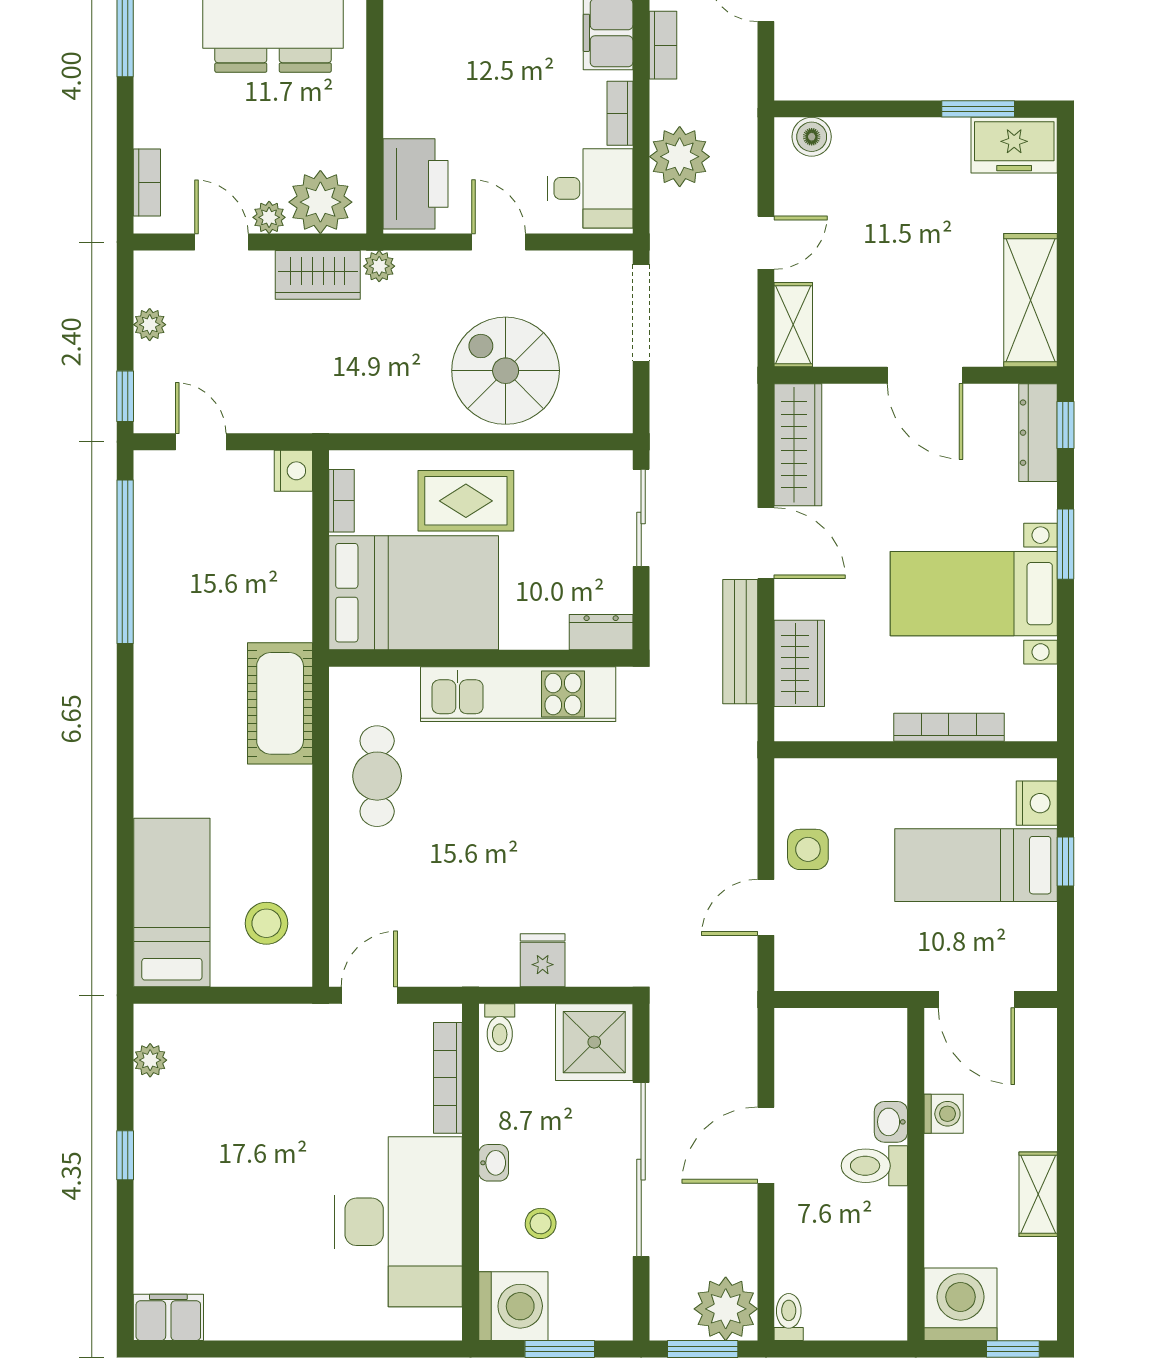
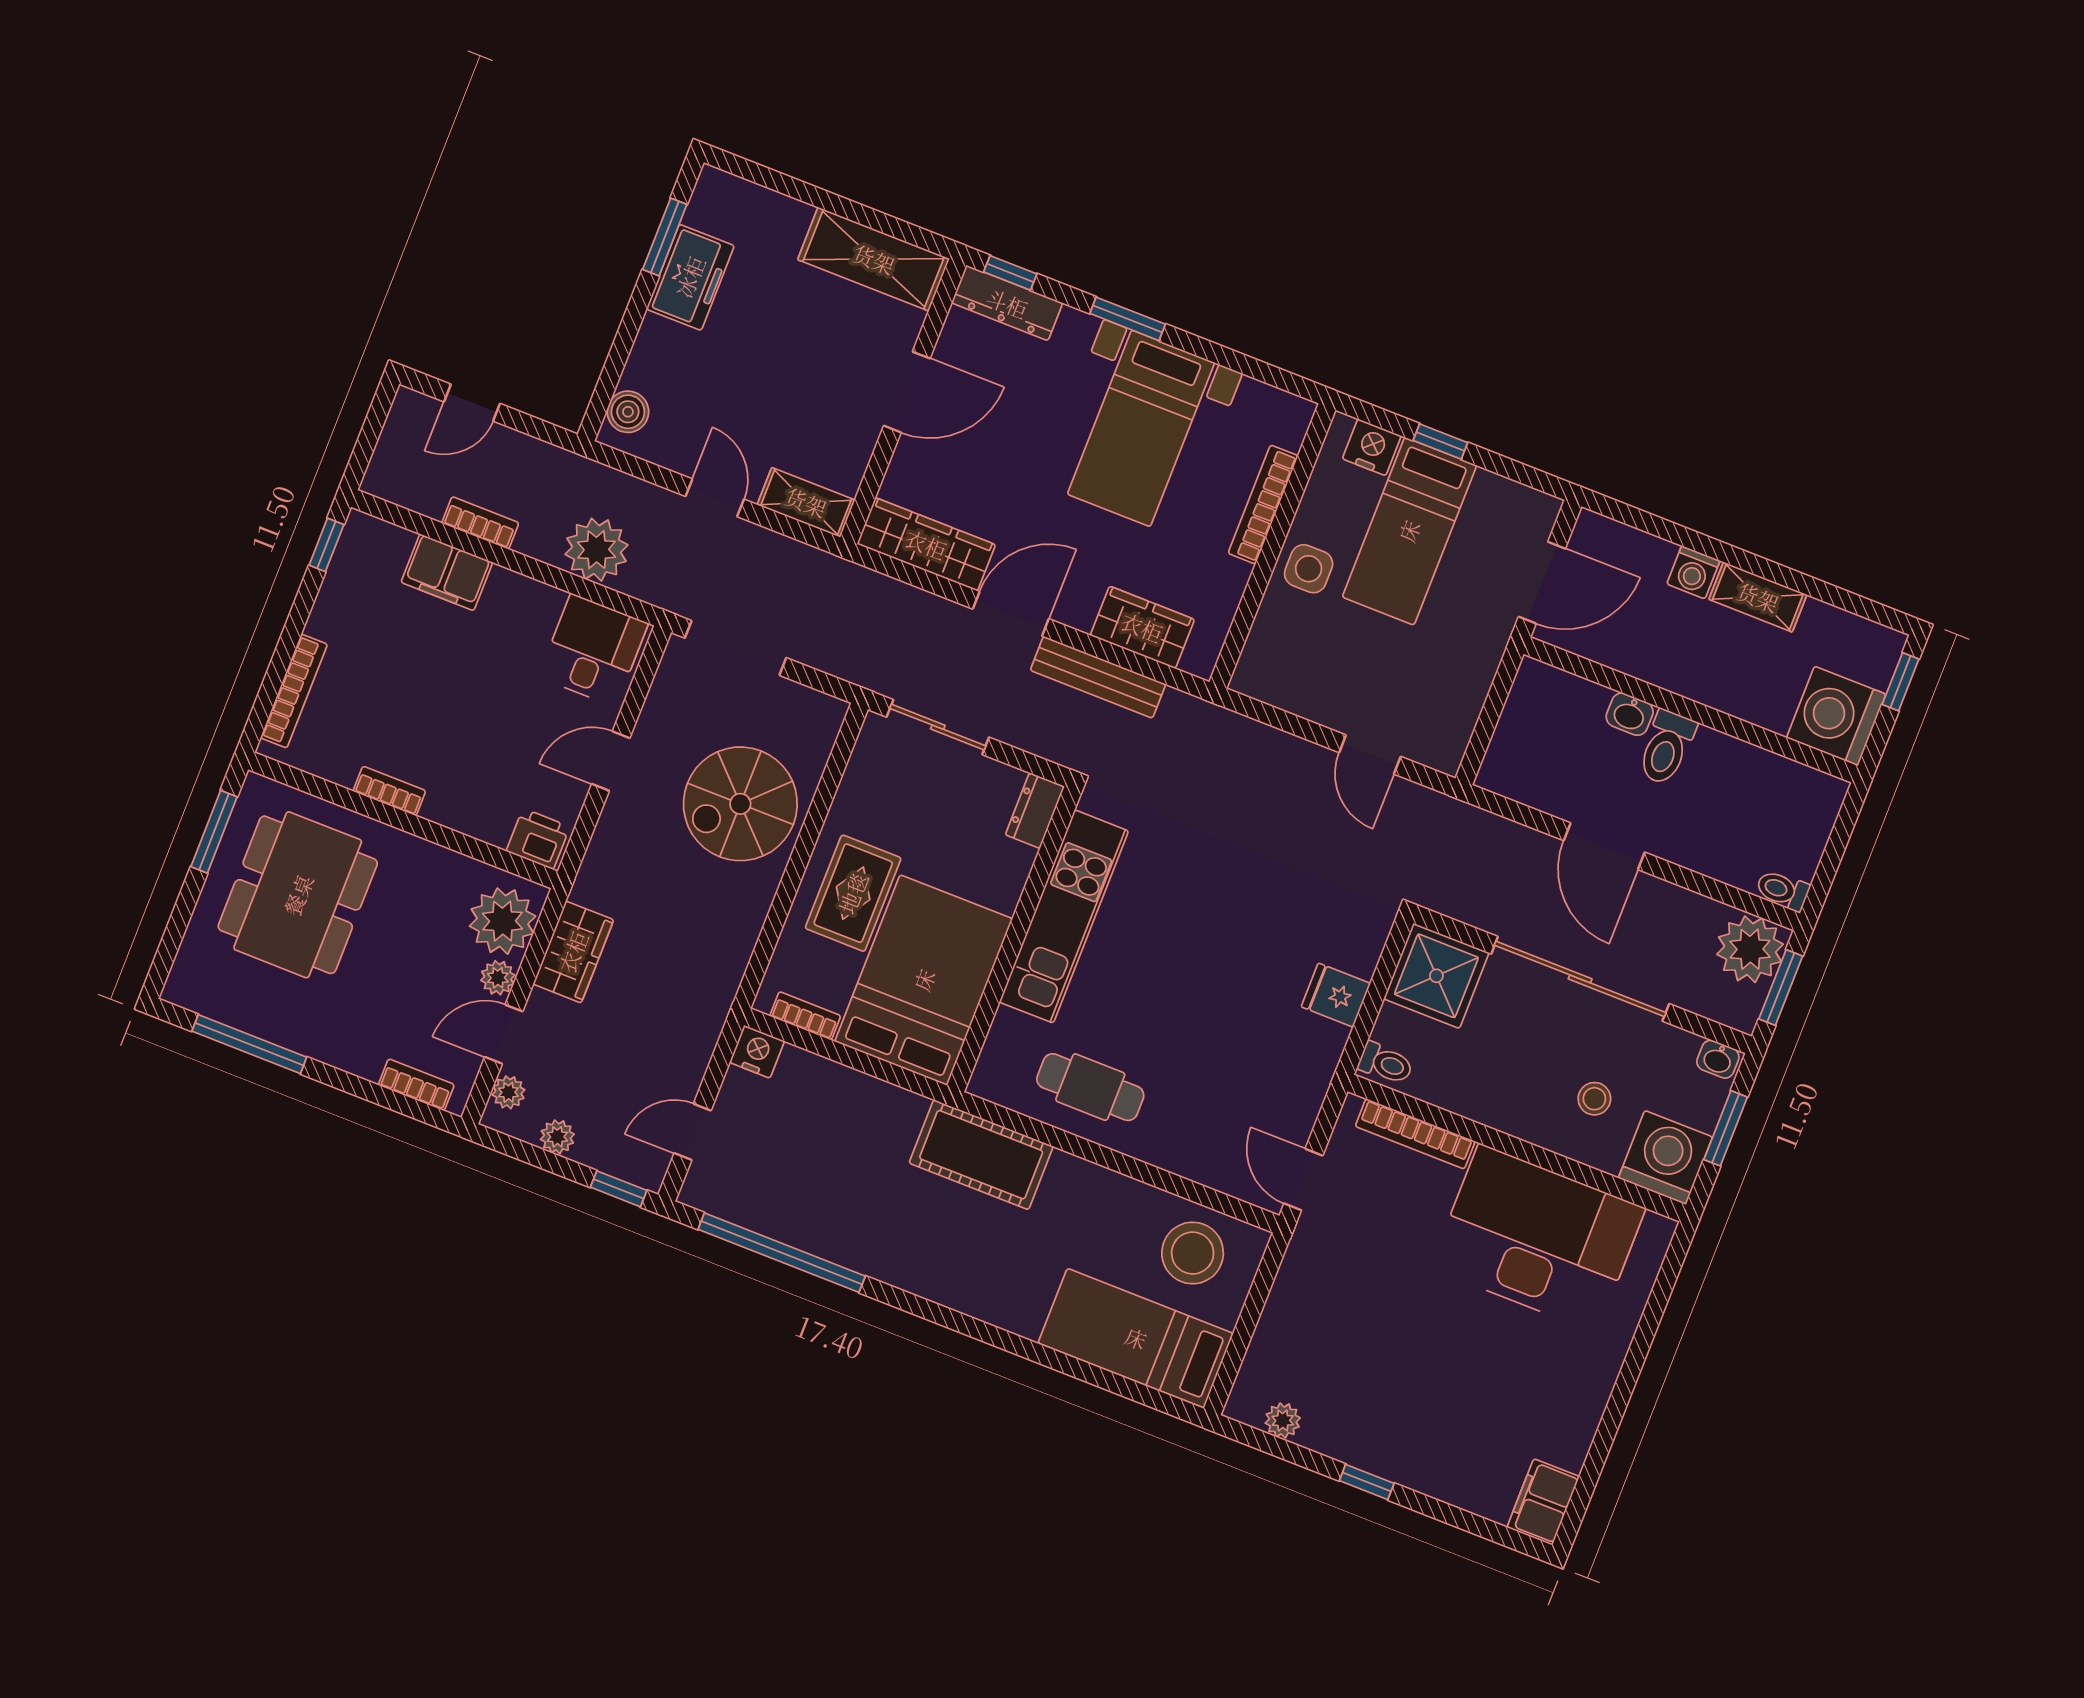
bookcase: (620, 113) -> (389, 791), moved, turned 180
freezer: (1014, 145) -> (690, 277), moved
printer: (416, 184) -> (538, 839), width x0.53, depth x0.68
plant: (379, 266) -> (508, 1092), moved
side table: (808, 849) -> (1309, 569), moved
stool: (266, 923) -> (1193, 1253), width x1.38, depth x1.38
washing machine: (944, 1114) -> (1693, 572), moved, turned 180
washbasin: (494, 1163) -> (1718, 1059), moved, turned 180

